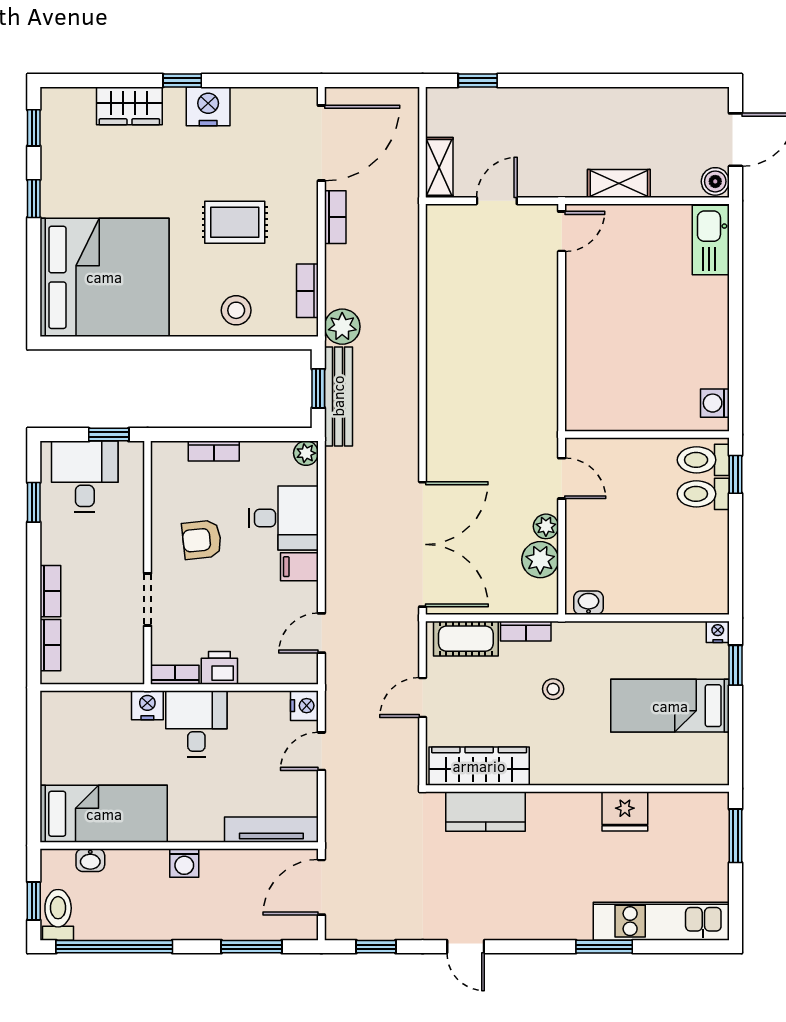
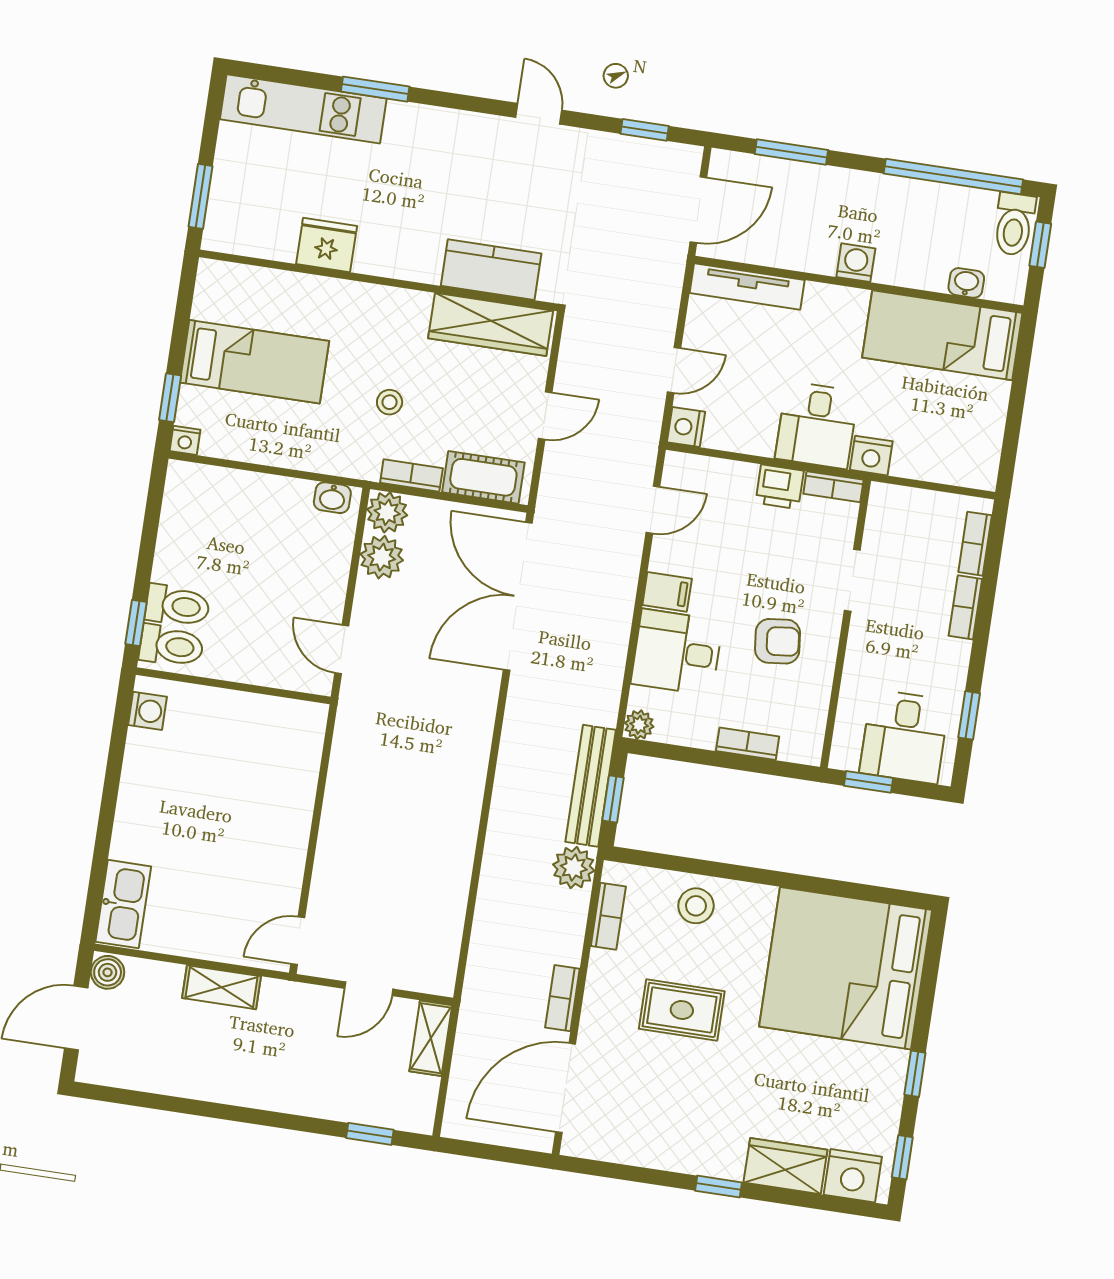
nightstand: (208, 106) -> (853, 1176), moved
plant: (546, 526) -> (387, 512), moved, width x1.38, depth x1.38

